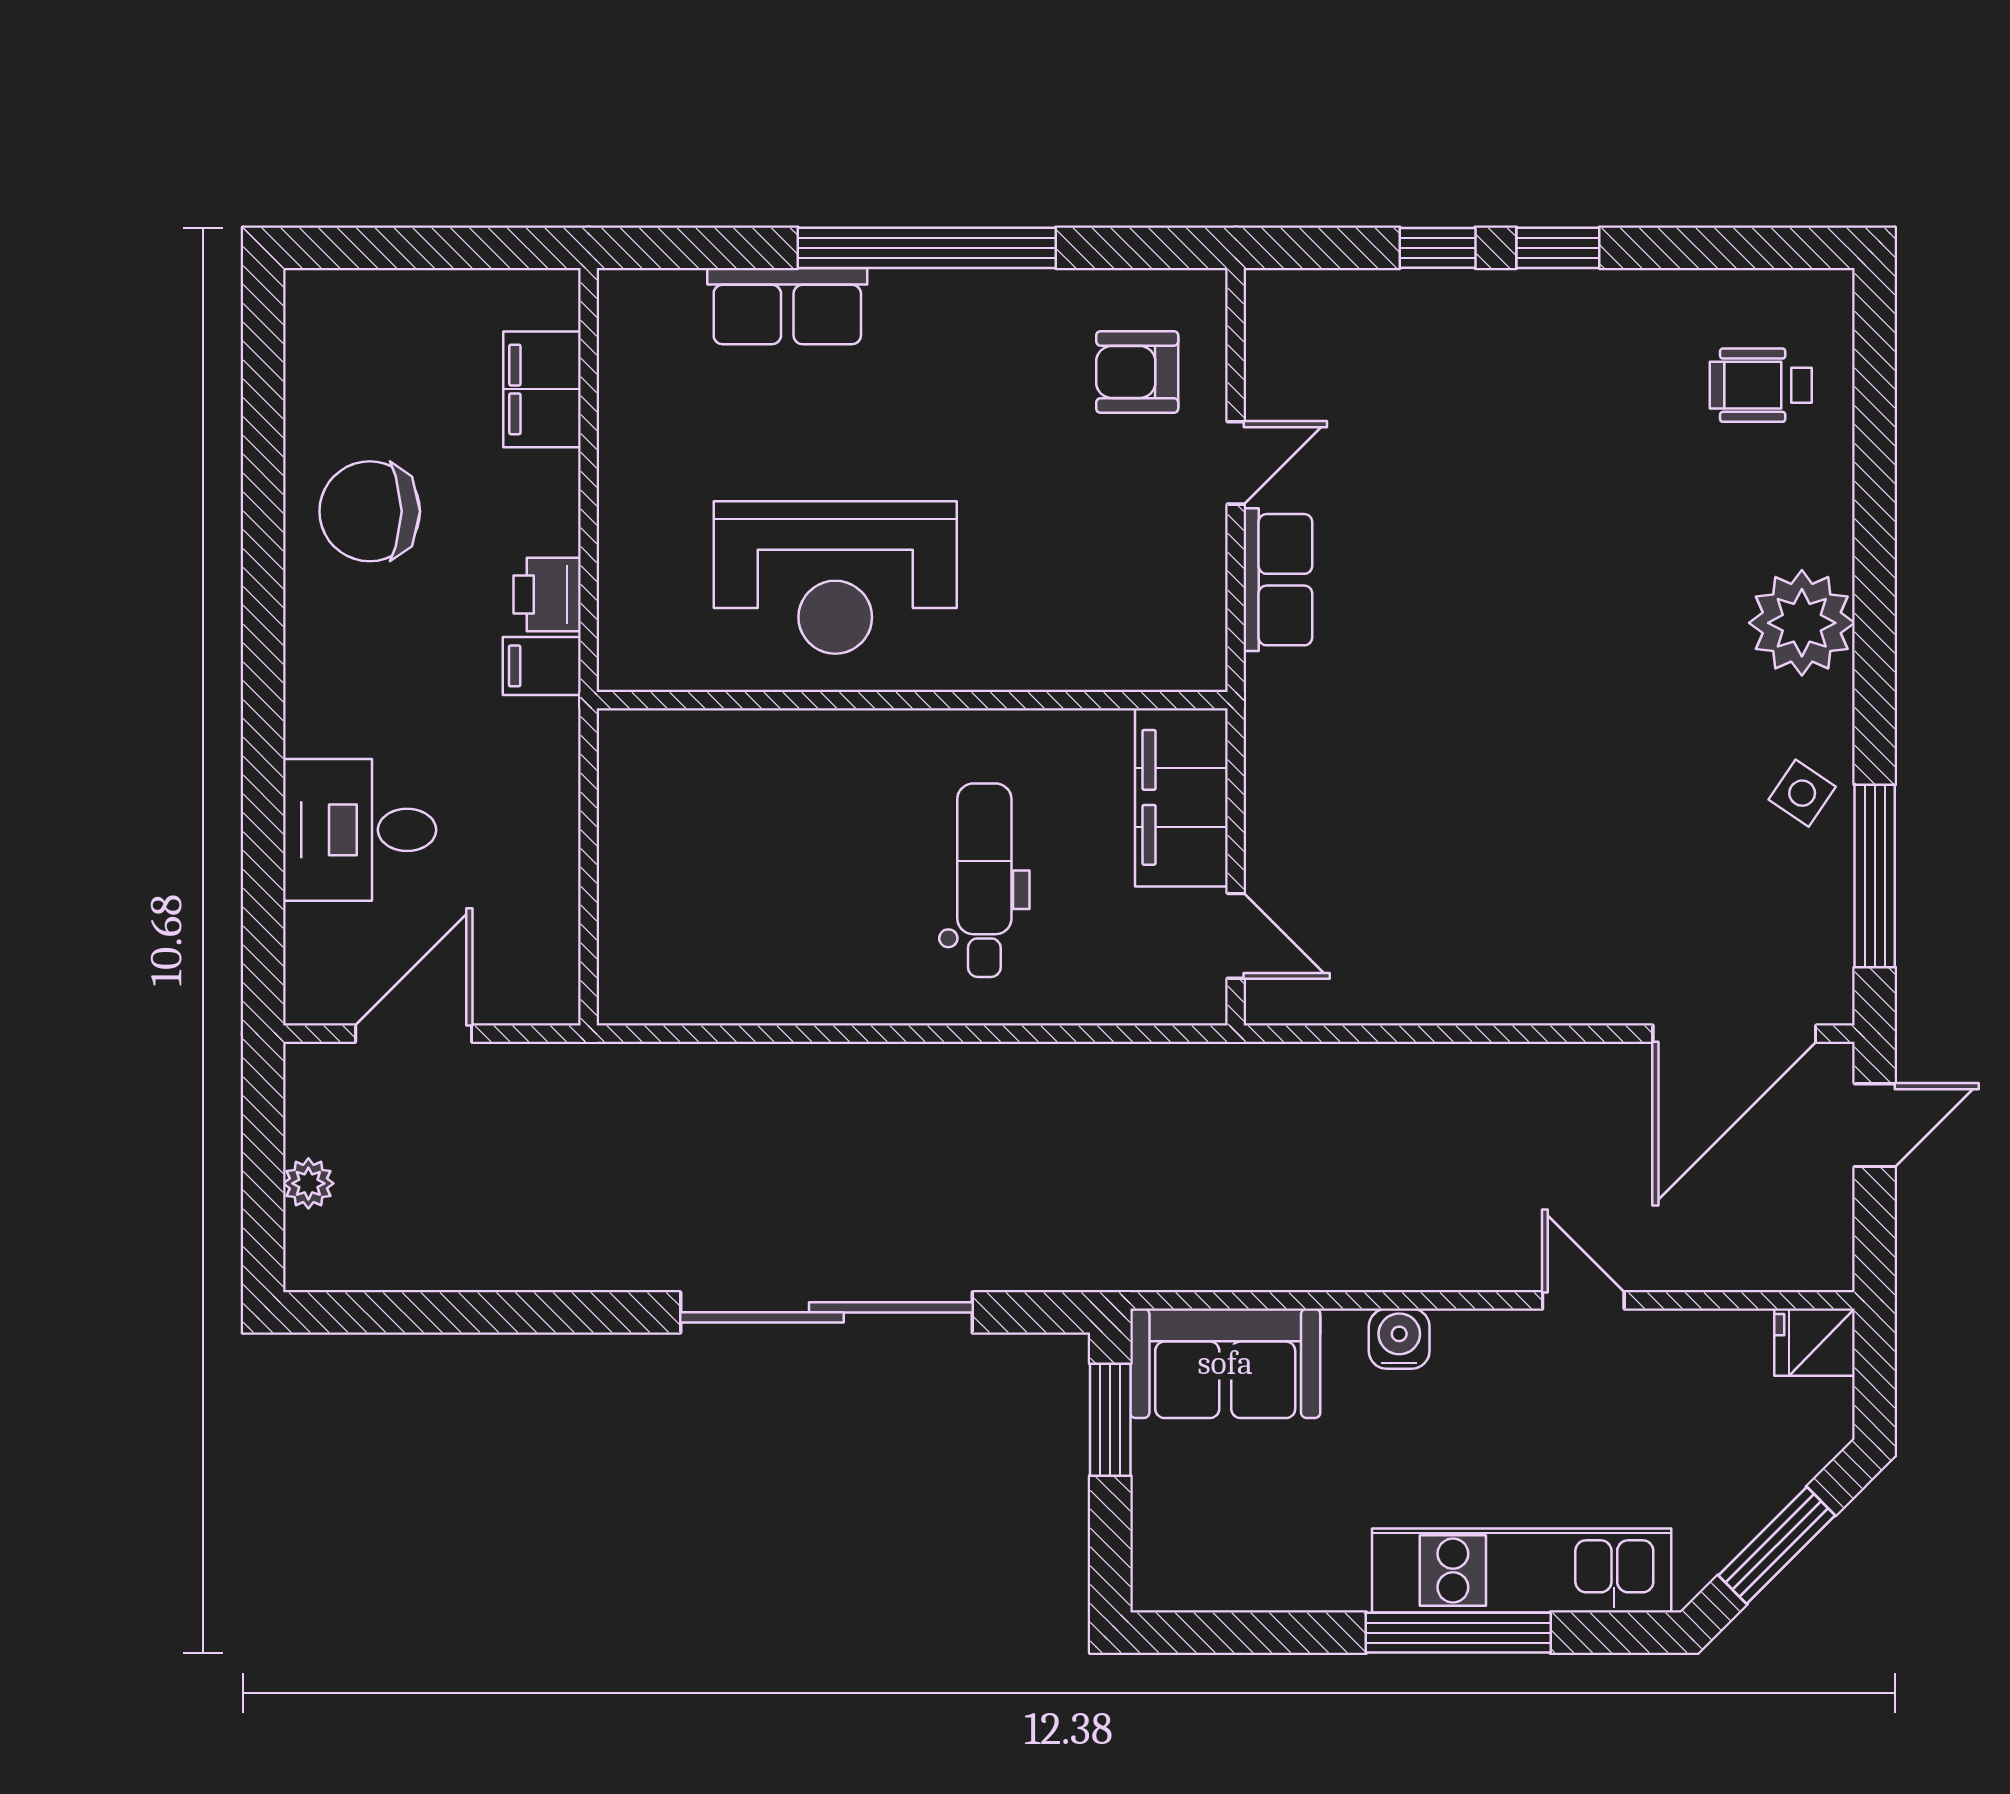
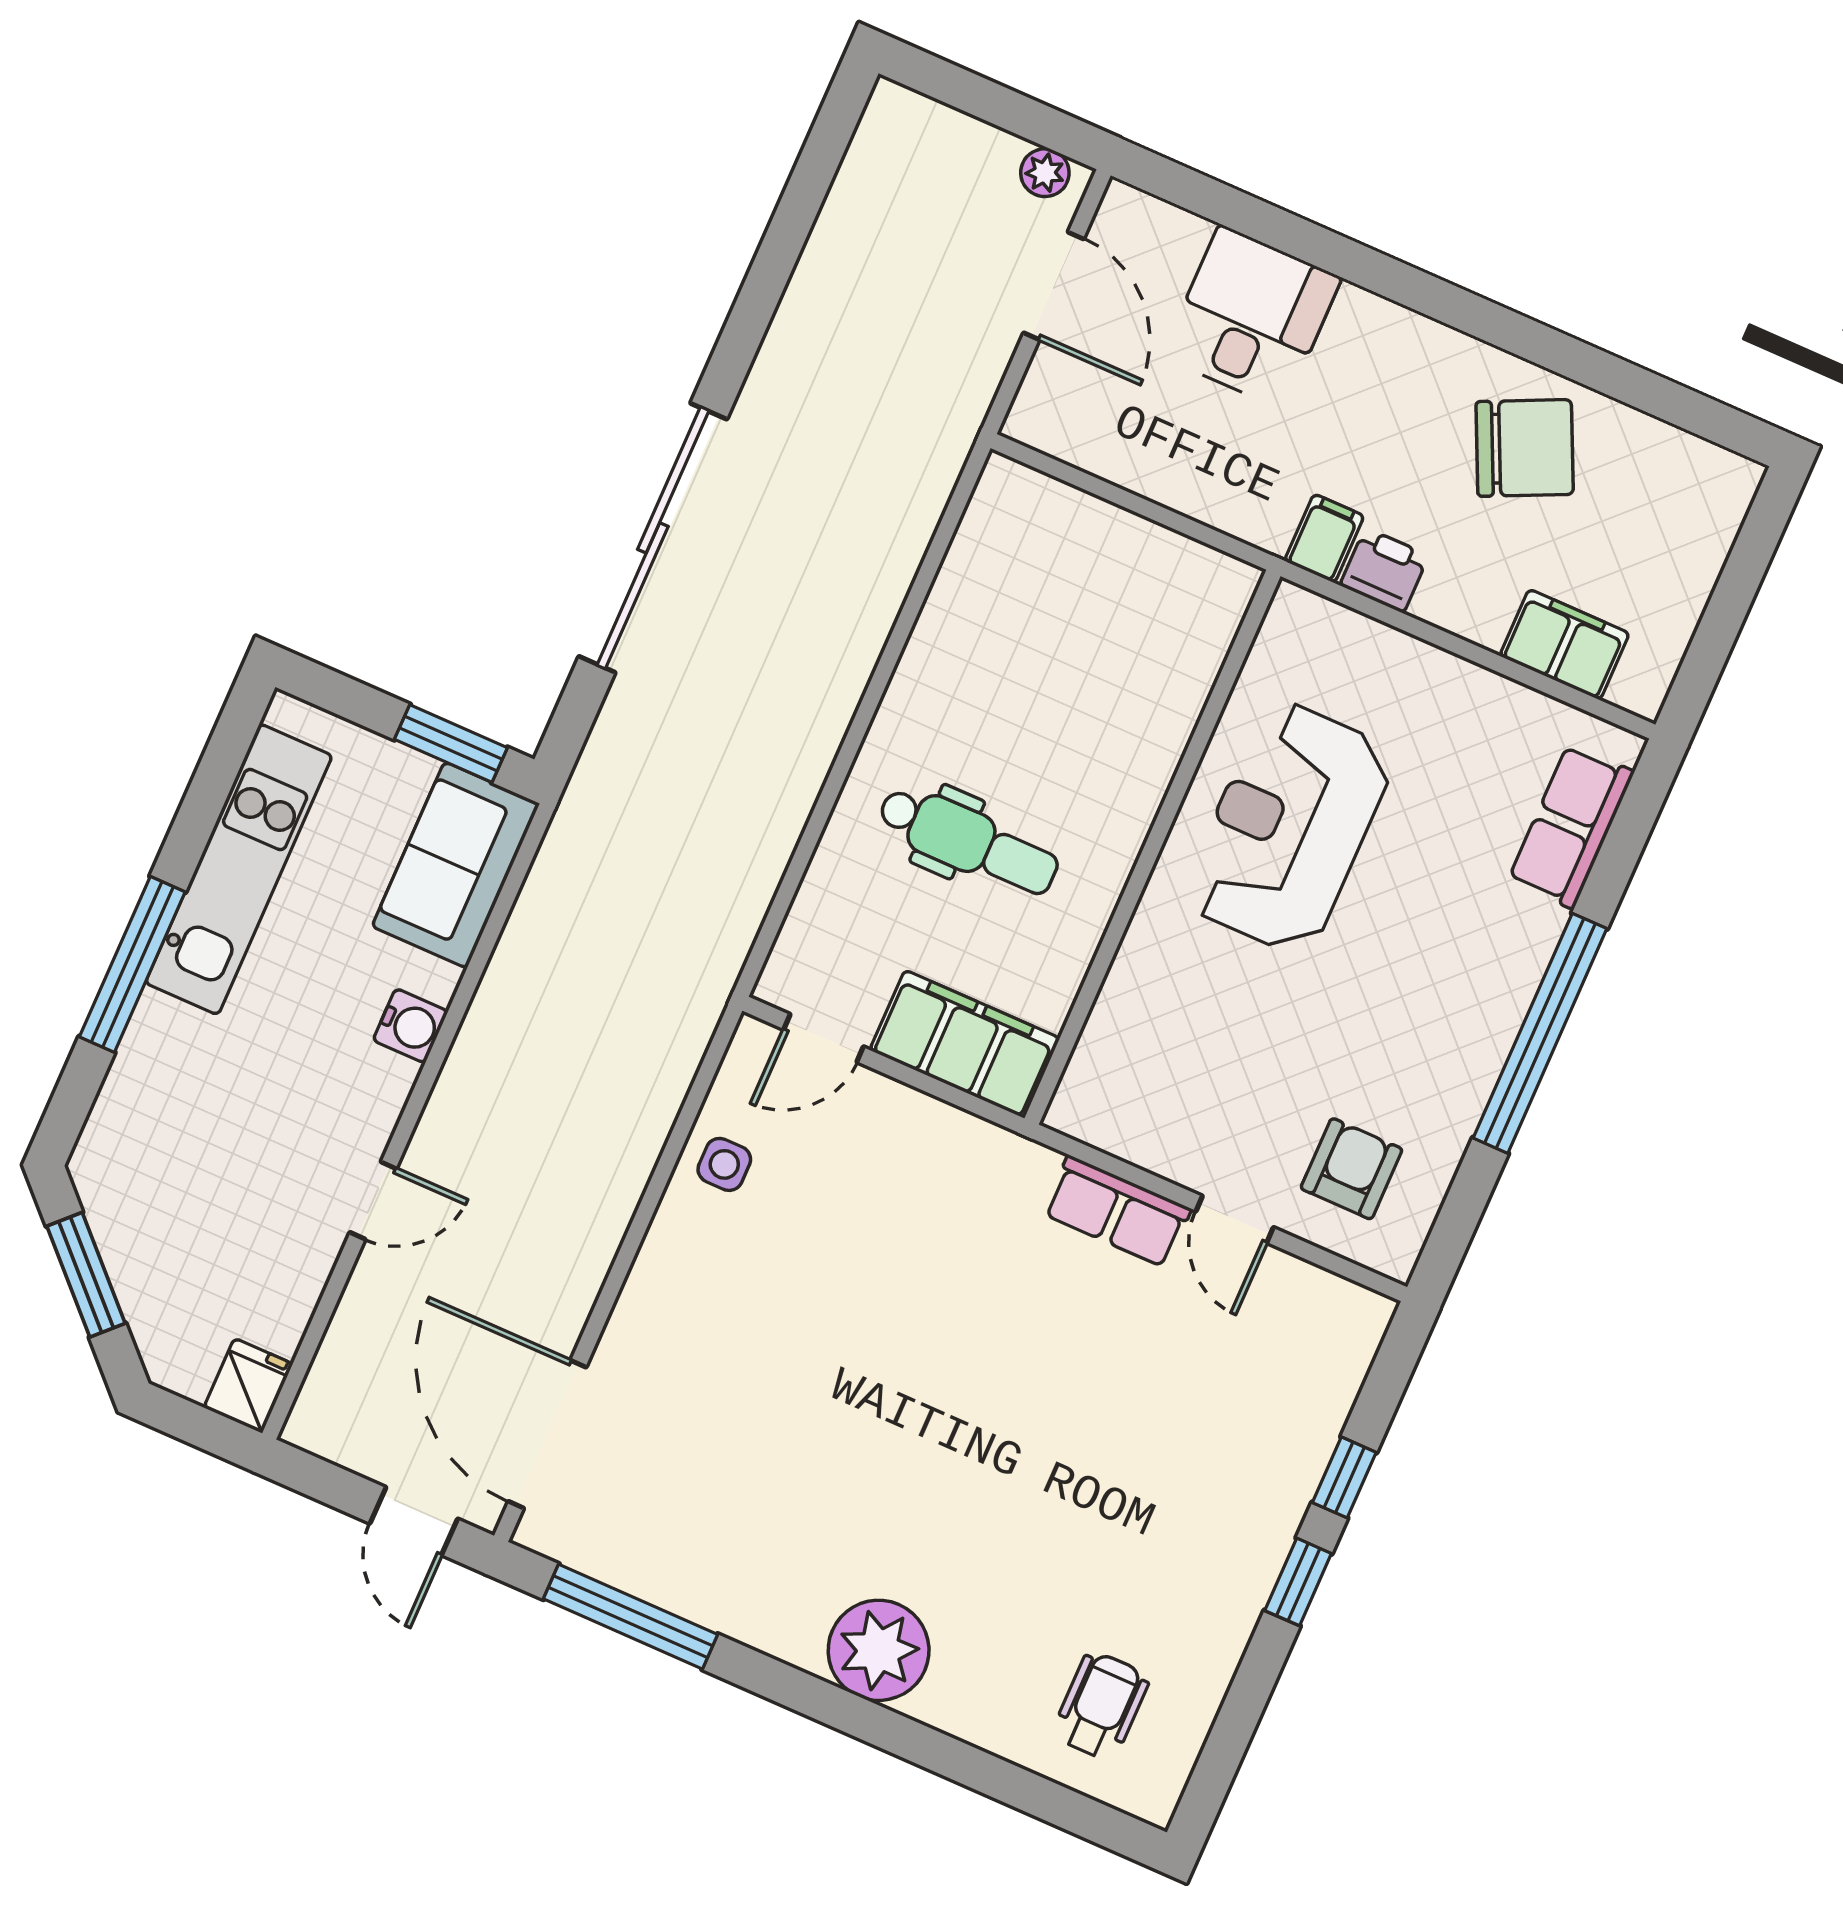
row of seats: (787, 306) -> (1571, 826), moved
chair: (370, 511) -> (1525, 448), turned 65
side table: (1802, 793) -> (724, 1164), moved, turned -34
plant: (308, 1183) -> (1045, 173), moved
kitchen unit: (1522, 1570) -> (239, 869), moved

